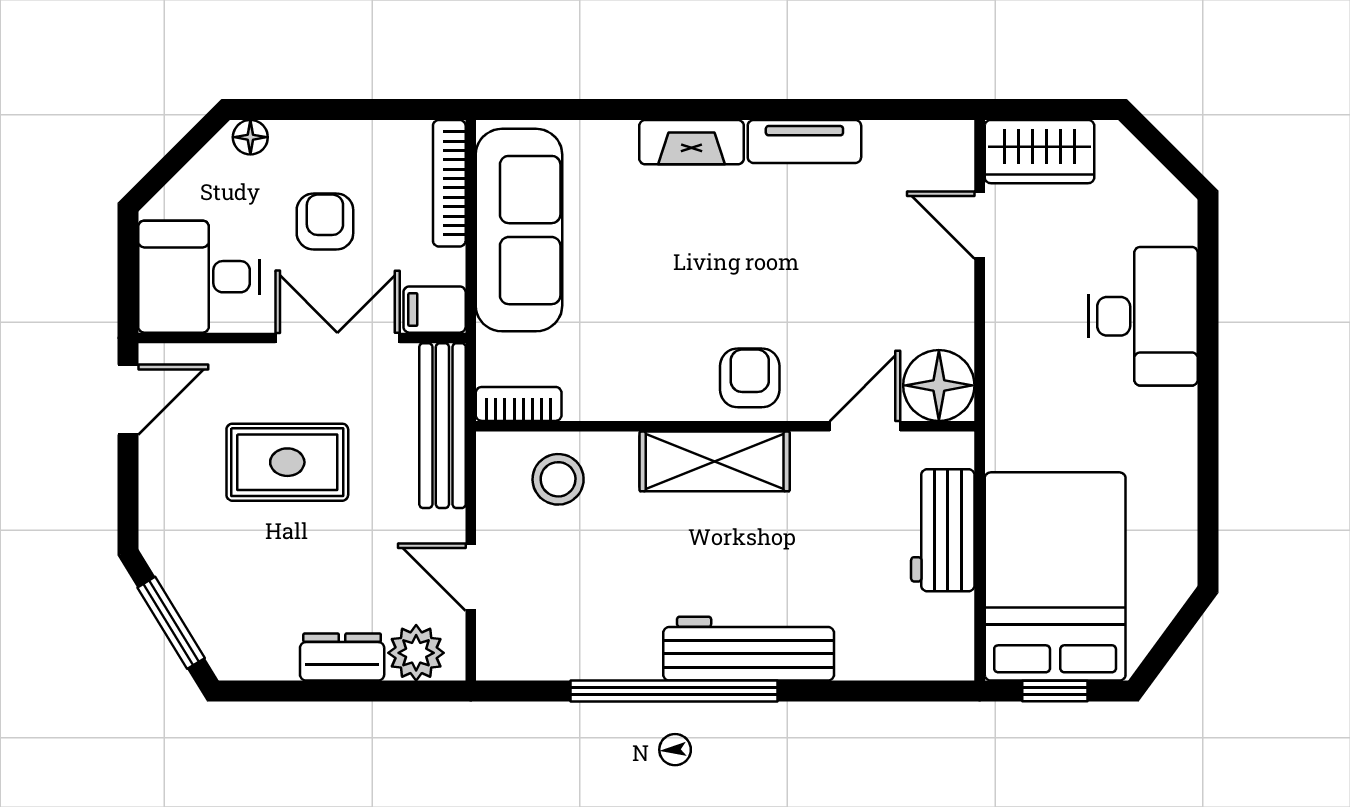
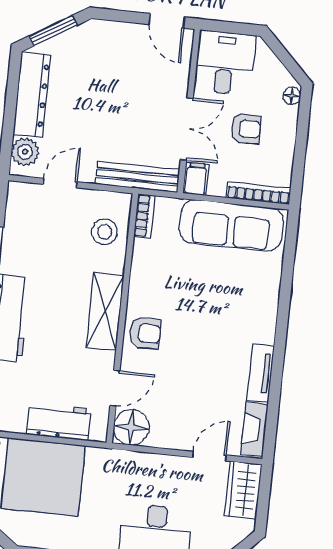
fireplace: (692, 142) -> (254, 429), moved
door: (865, 426) -> (115, 388), hinge flipped
rug: (287, 462) -> (127, 97), removed
dresser: (342, 657) -> (32, 94), width x1.96, depth x1.24

